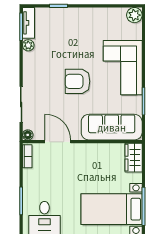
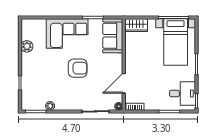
plant: (134, 15) -> (27, 46), moved
tv unit: (28, 23) -> (33, 106), removed
armchair: (78, 81) -> (78, 68), turned -90
sofa: (112, 127) -> (113, 36), width x0.73

